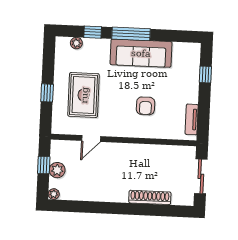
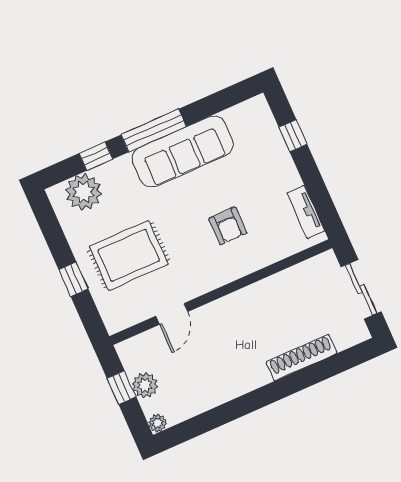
plant: (76, 43) -> (83, 192), width x1.88, depth x1.88
rug: (84, 95) -> (129, 255), turned 90

